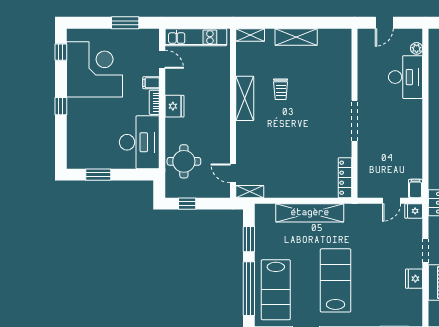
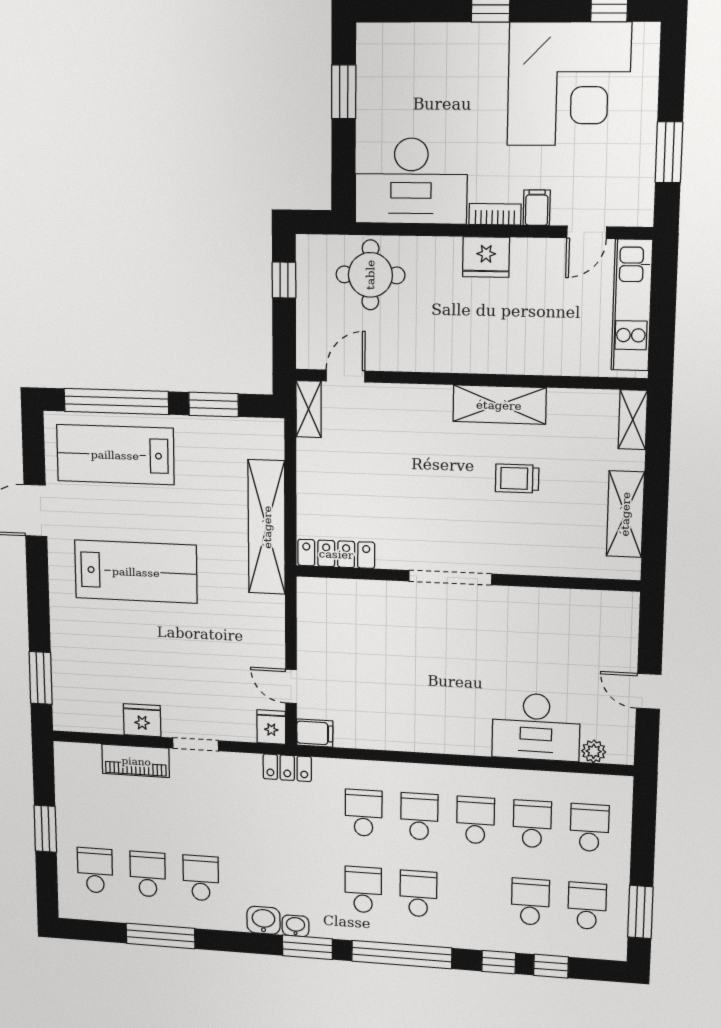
wall: (355, 113) -> (466, 578), moved
doorway: (355, 121) -> (450, 578), moved
locker: (345, 178) -> (336, 554), moved

